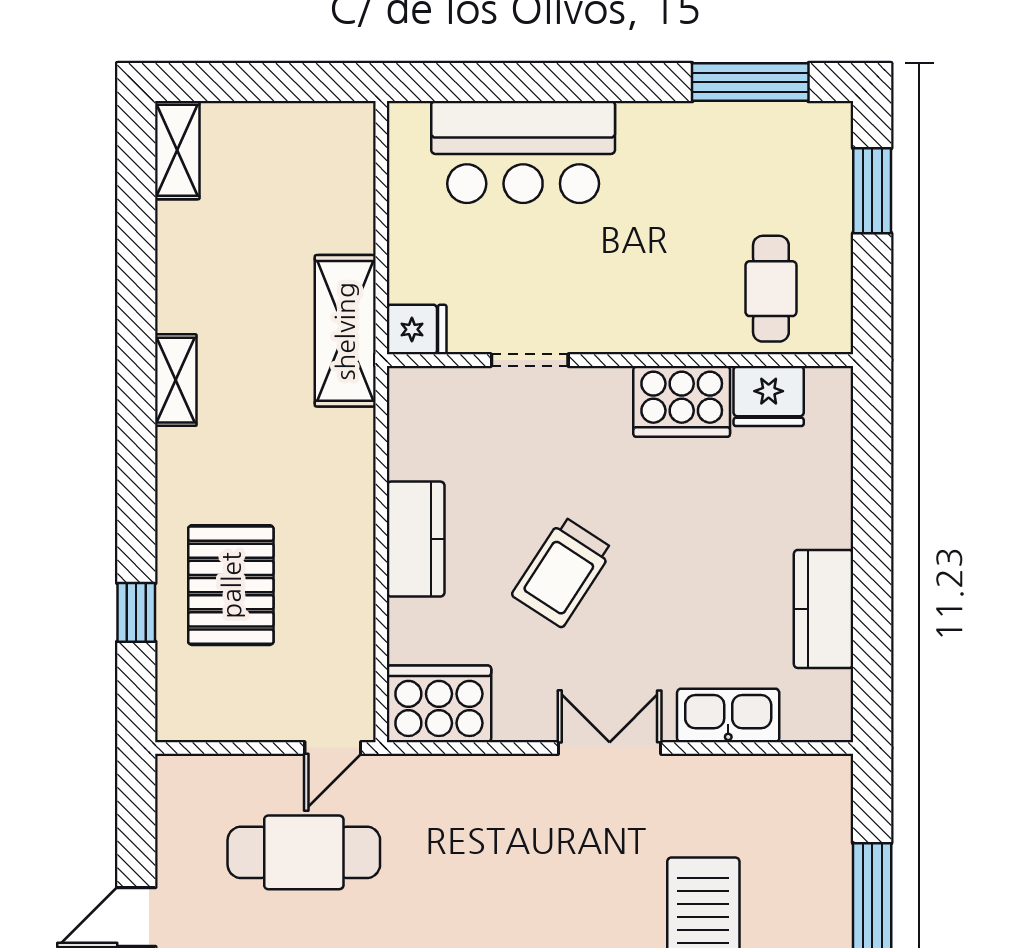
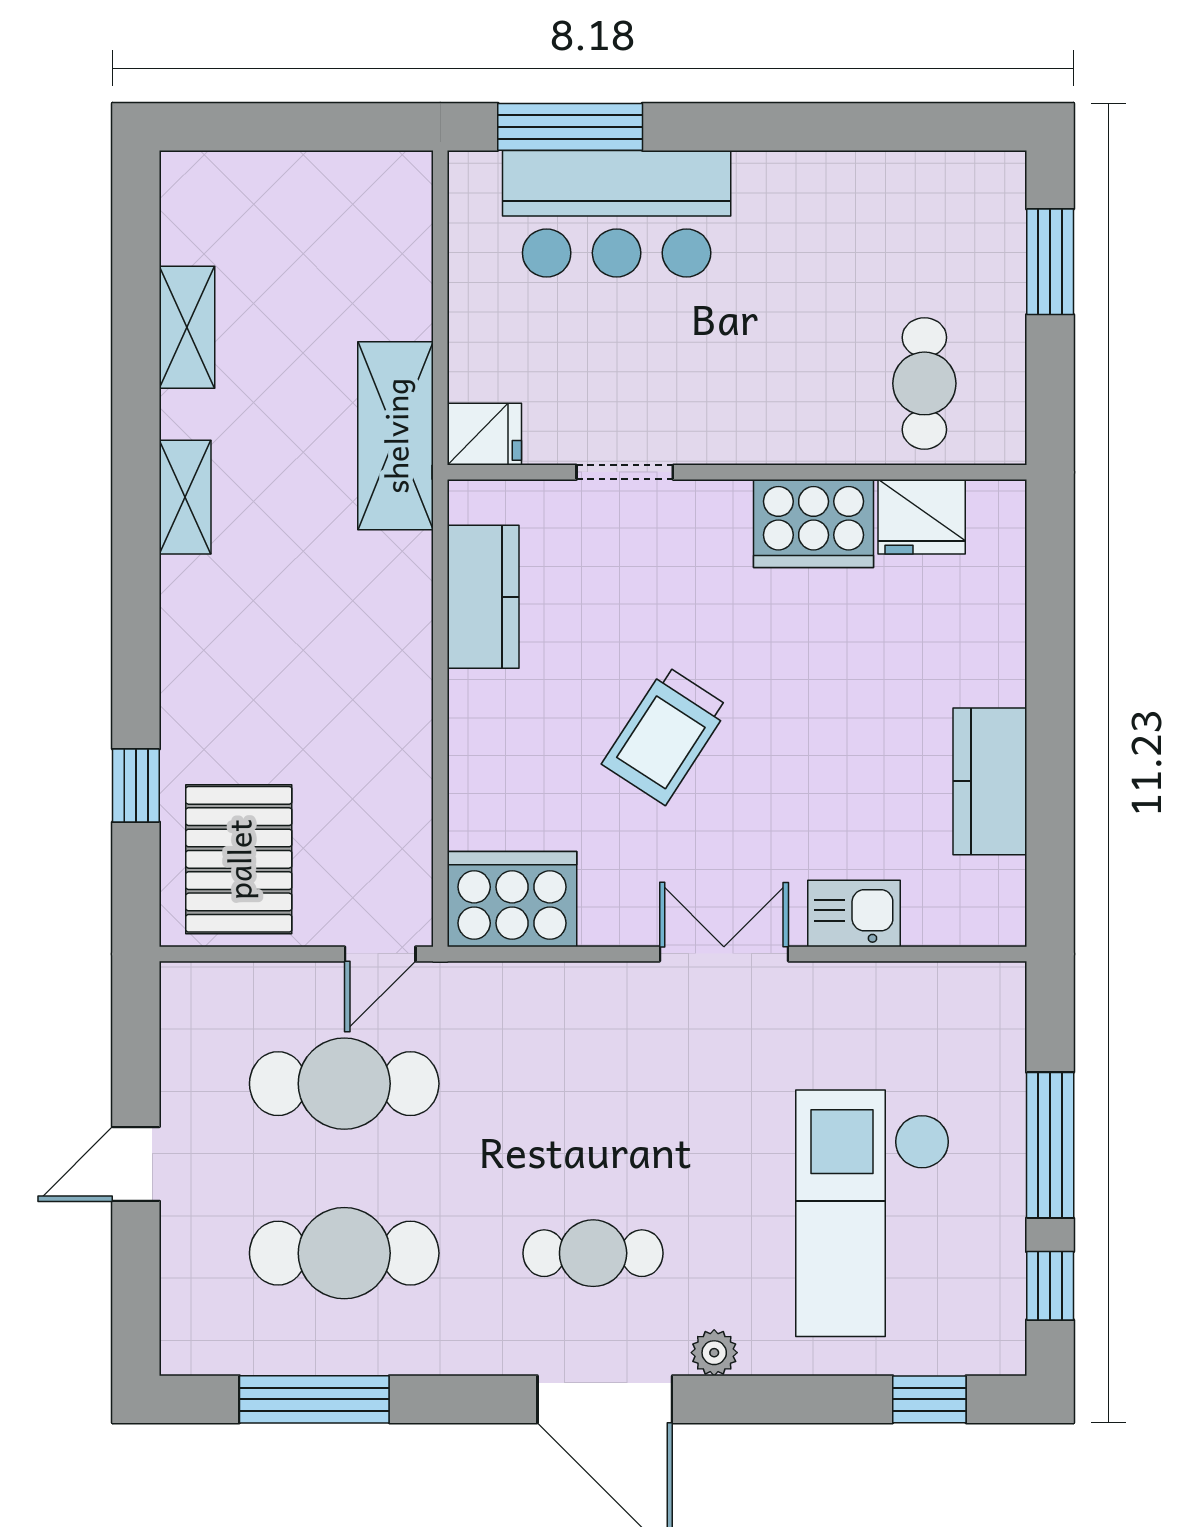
window: (750, 82) -> (570, 127), moved
shelving: (177, 150) -> (187, 327), moved
kitchen counter: (416, 539) -> (483, 597), moved
pallet: (231, 585) -> (239, 859), moved
kitchen sink: (728, 715) -> (854, 914), width x0.73

